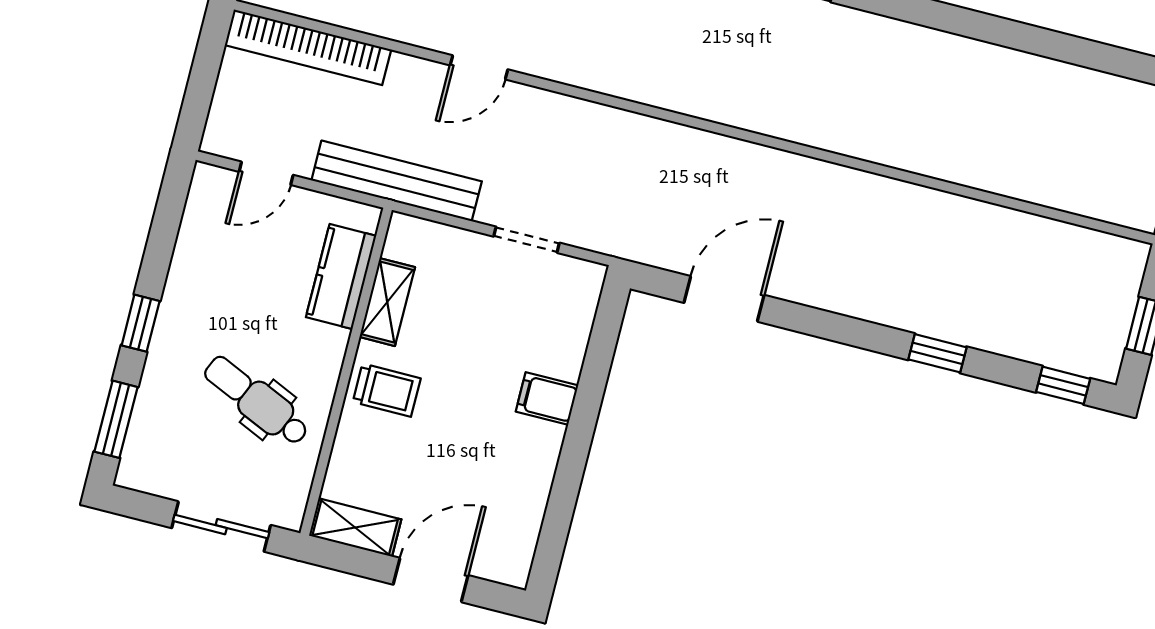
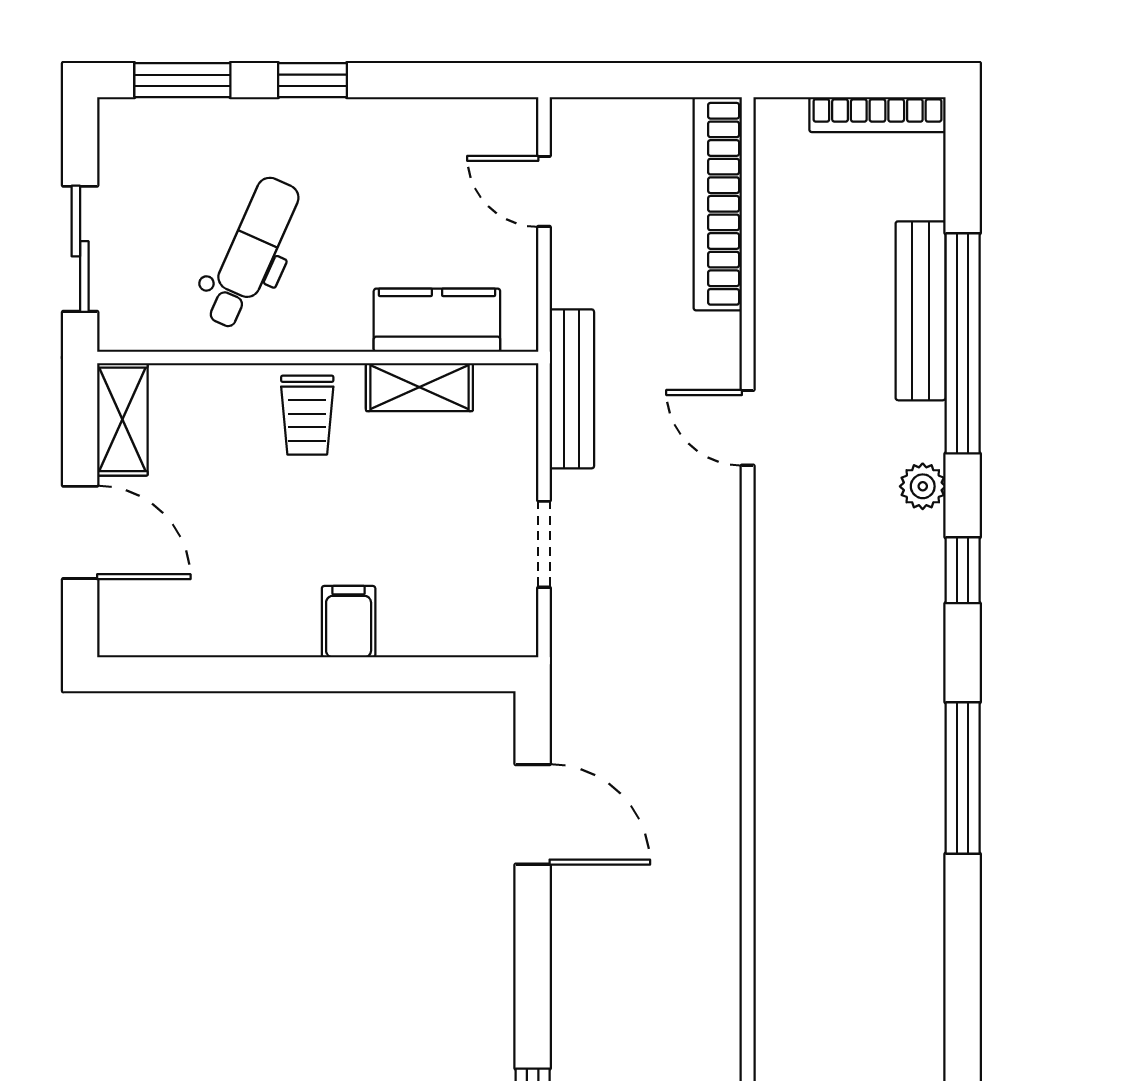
bench: (397, 181) -> (572, 389), width x0.73, depth x0.82

